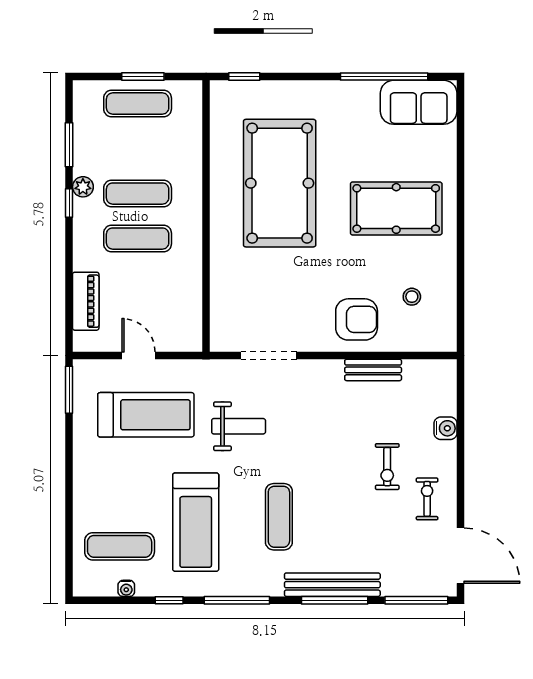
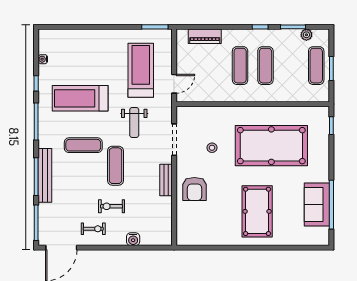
sofa: (419, 102) -> (317, 204), moved
plant: (83, 187) -> (306, 35), moved
stool: (412, 297) -> (212, 148), moved
door: (139, 356) -> (174, 84), moved
bench: (373, 370) -> (166, 180), moved
treadmill: (146, 415) -> (141, 70), turned 180
exercise mat: (120, 546) -> (115, 166), moved

